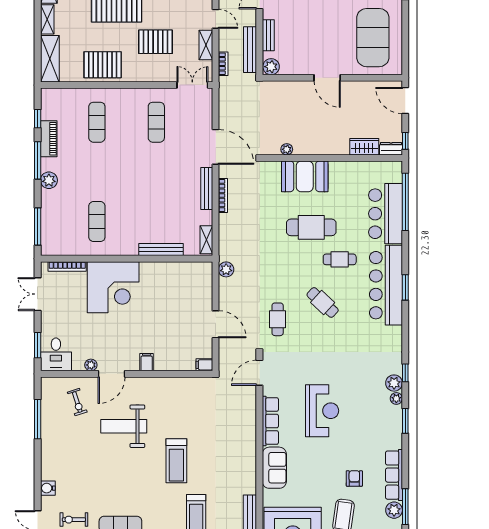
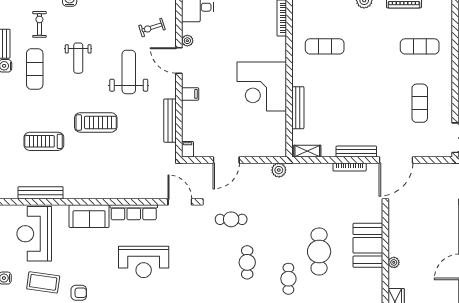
exercise mat: (156, 122) -> (420, 103), turned 90
plant: (287, 149) -> (394, 262), moved
corner desk: (113, 287) -> (262, 87), moved
cafe table: (323, 302) -> (247, 262), turned -43
bench: (174, 383) -> (170, 121), added
treadmill: (176, 461) -> (96, 122), turned 180
weight bench: (109, 479) -> (78, 58), added

